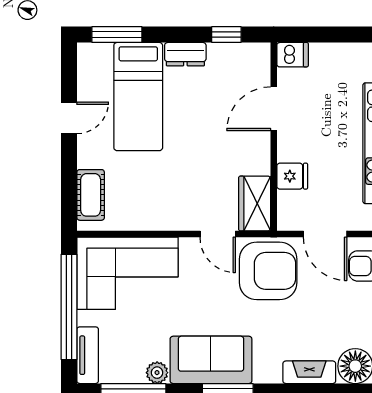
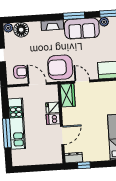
dresser: (185, 54) -> (74, 158), moved
dishwasher: (293, 55) -> (53, 119), moved
fireplace: (309, 372) -> (52, 25), moved

